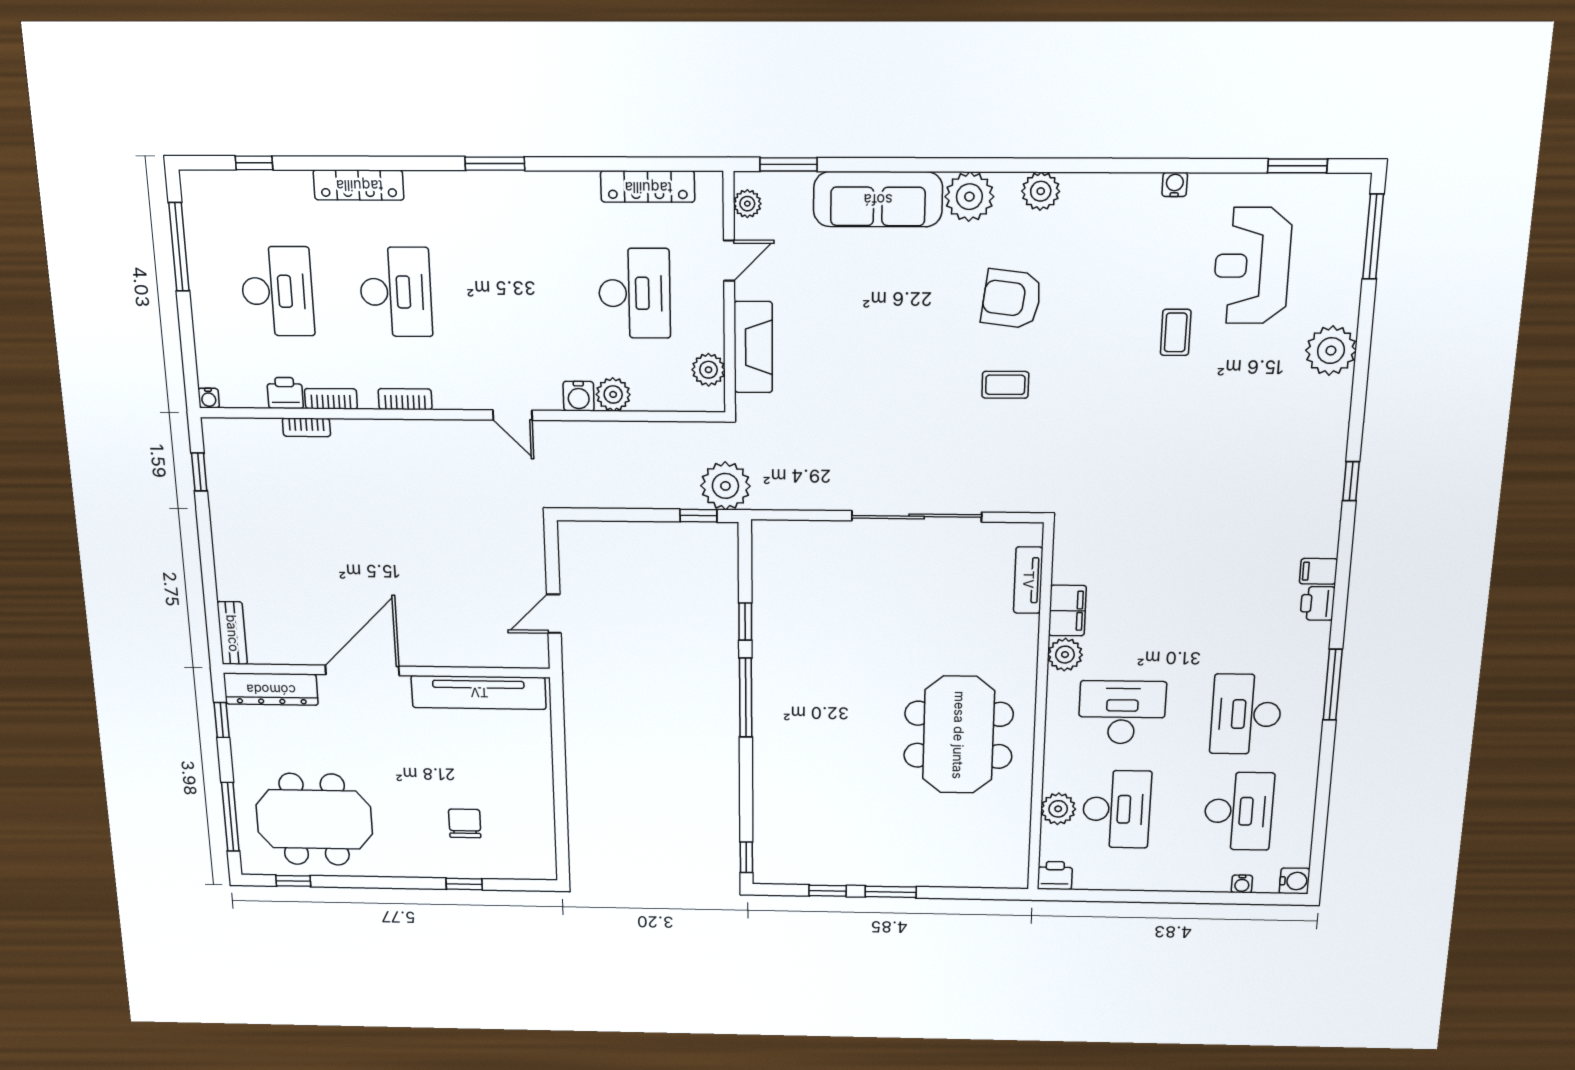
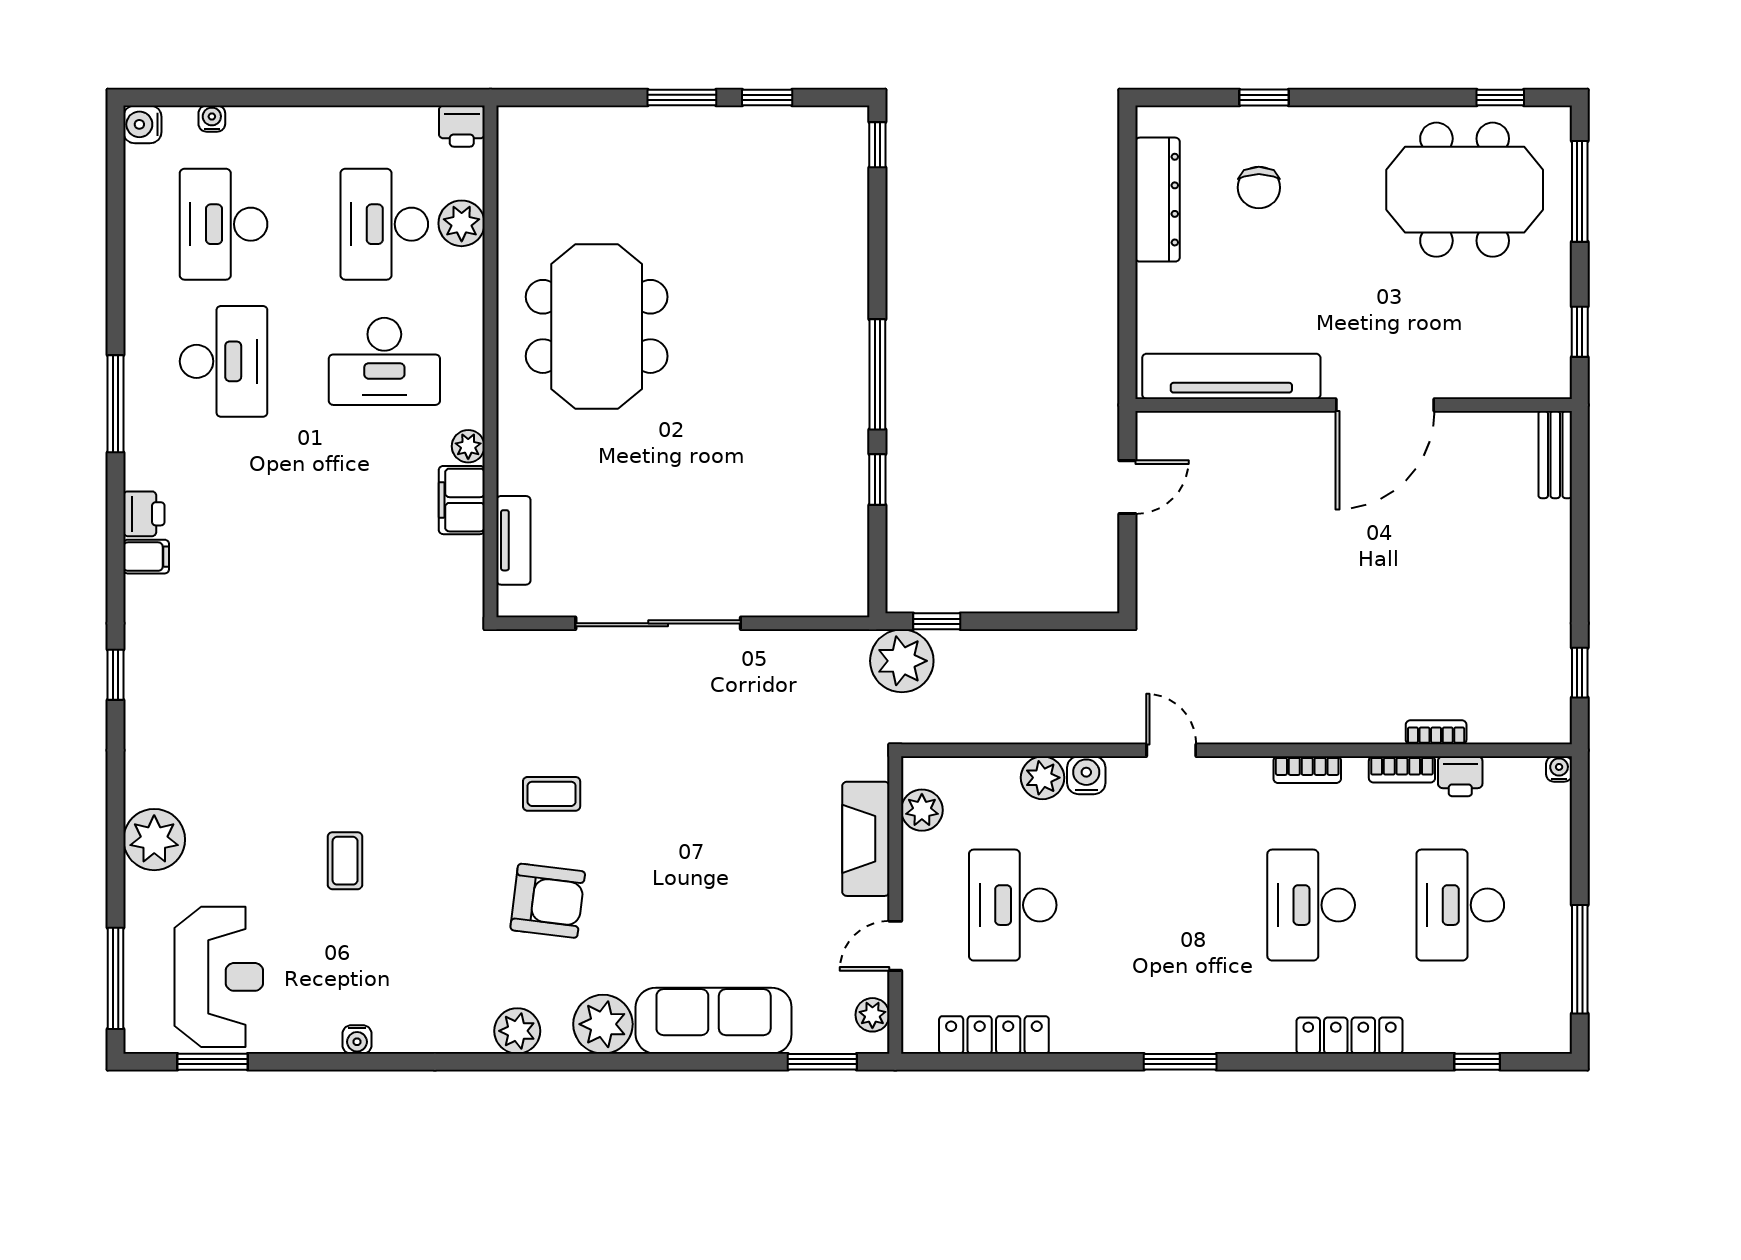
reception desk: (1252, 266) -> (219, 977), moved
plant: (1065, 655) -> (468, 446), width x0.73, depth x0.73
dresser: (271, 689) -> (1157, 200), moved, turned 90

